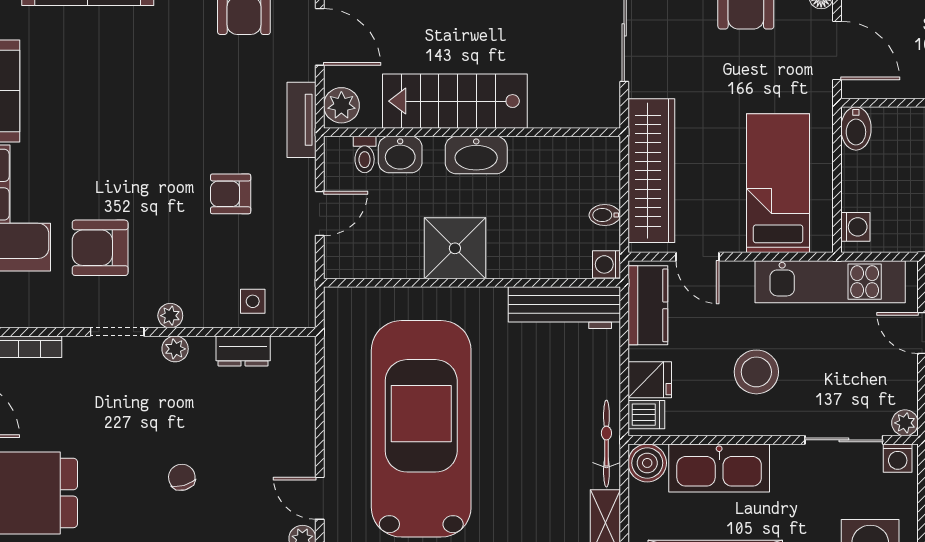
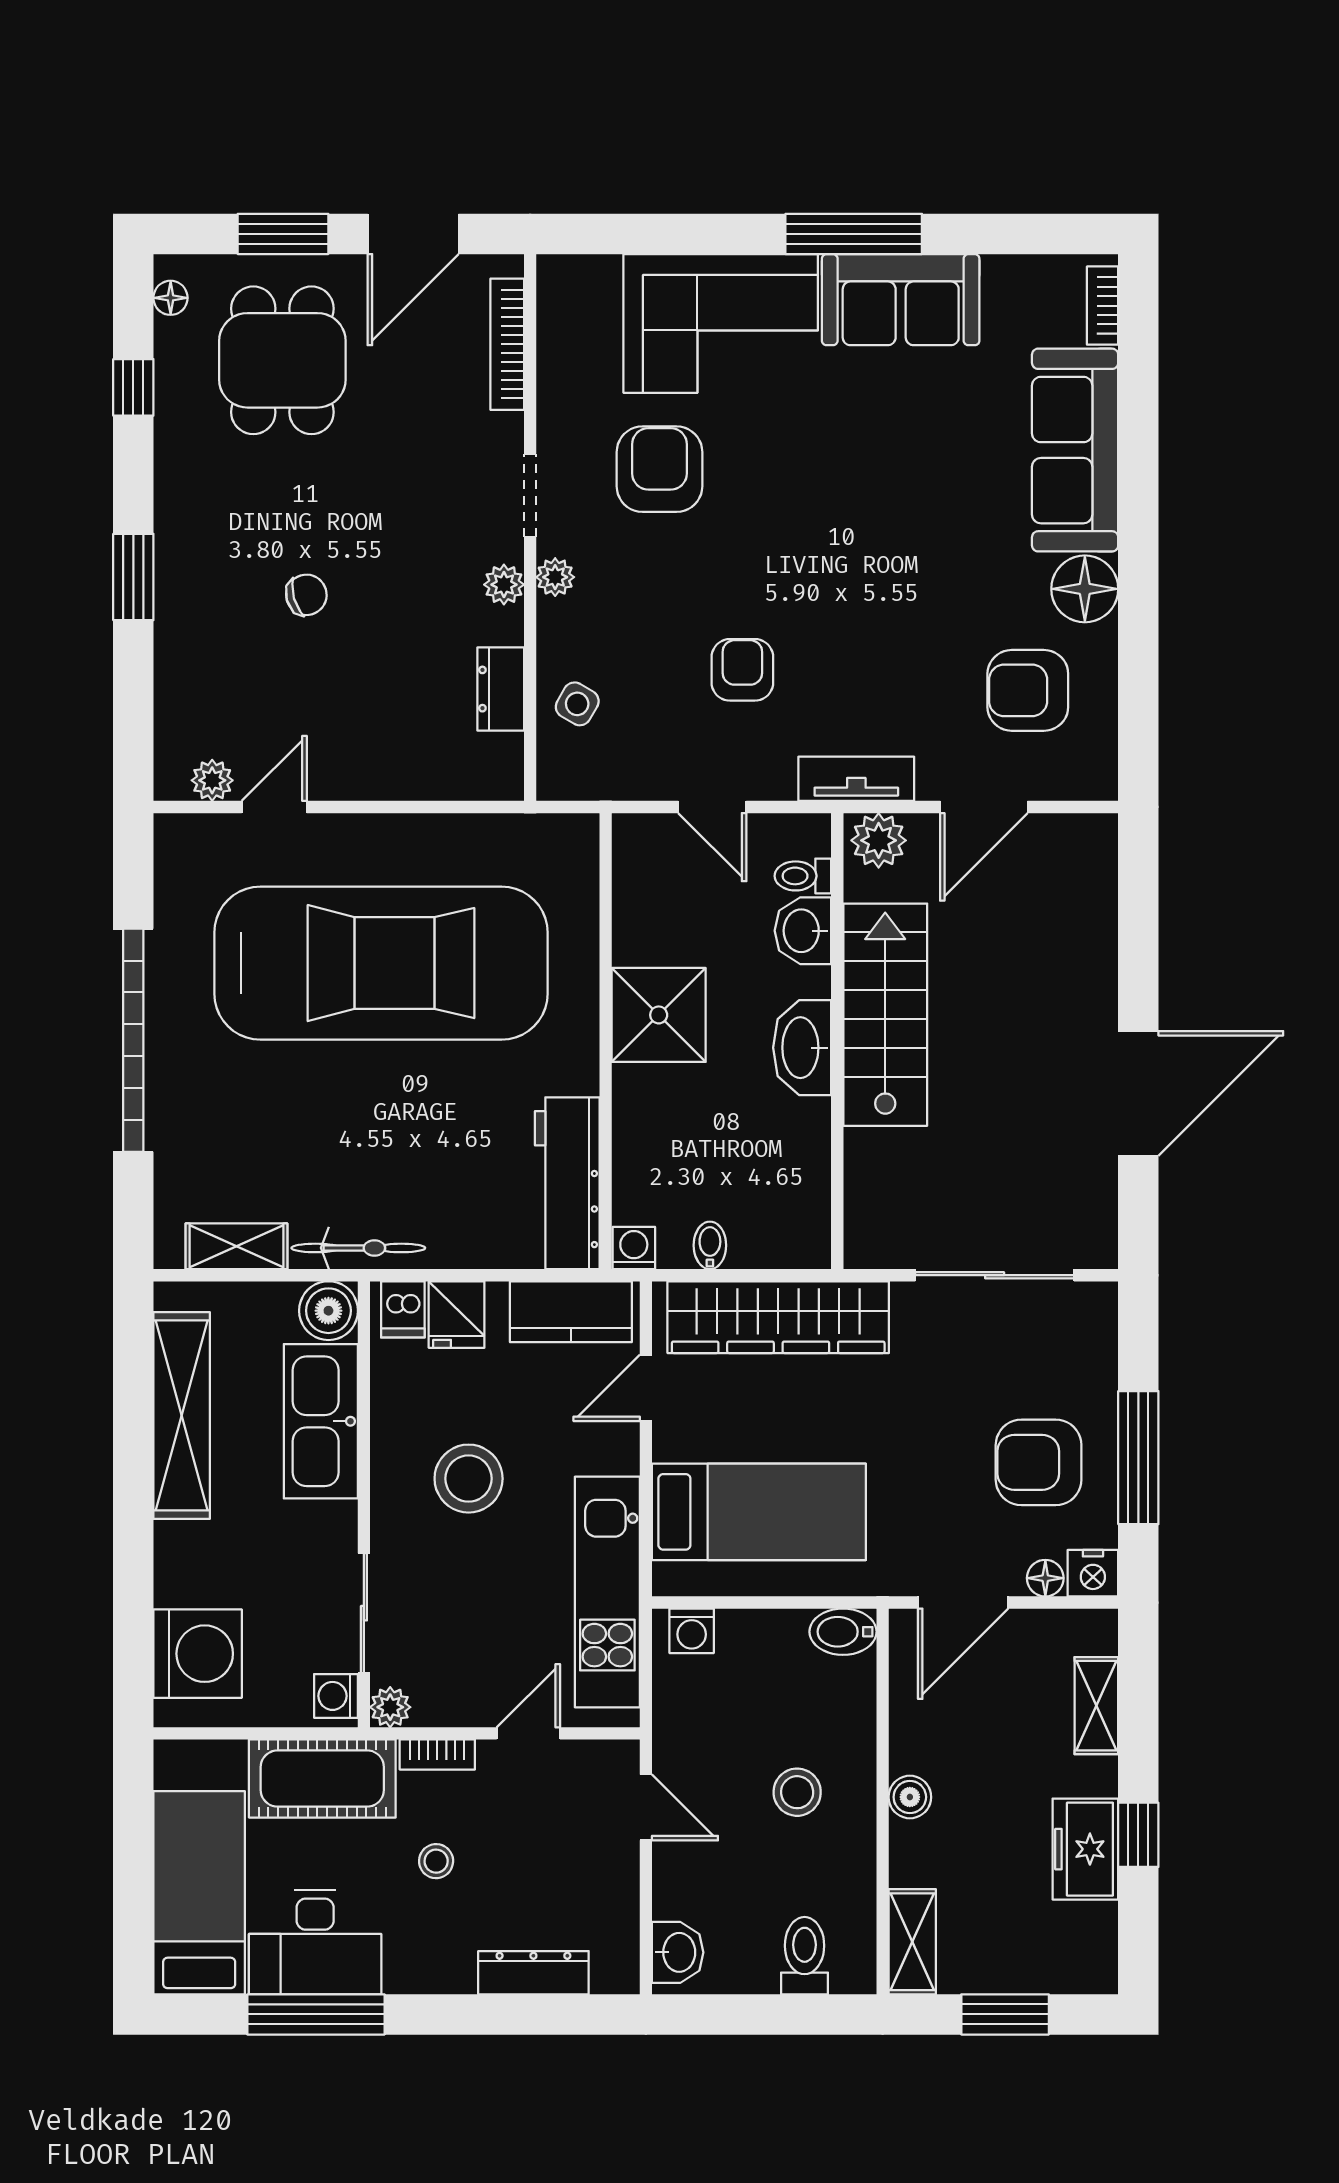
side table: (253, 301) -> (577, 704), turned 30

